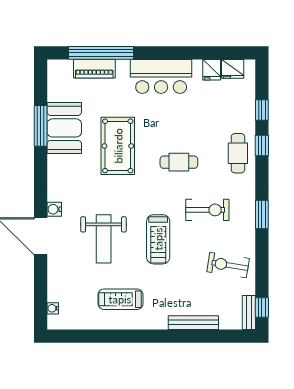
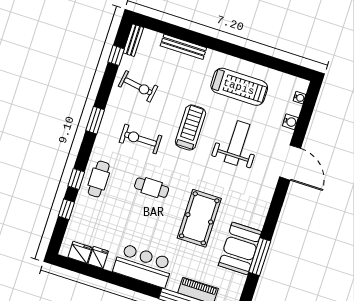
water cooler: (54, 209) -> (290, 122), moved
treadmill: (120, 299) -> (239, 87), width x1.37, depth x1.38
window: (262, 307) -> (116, 55), moved

